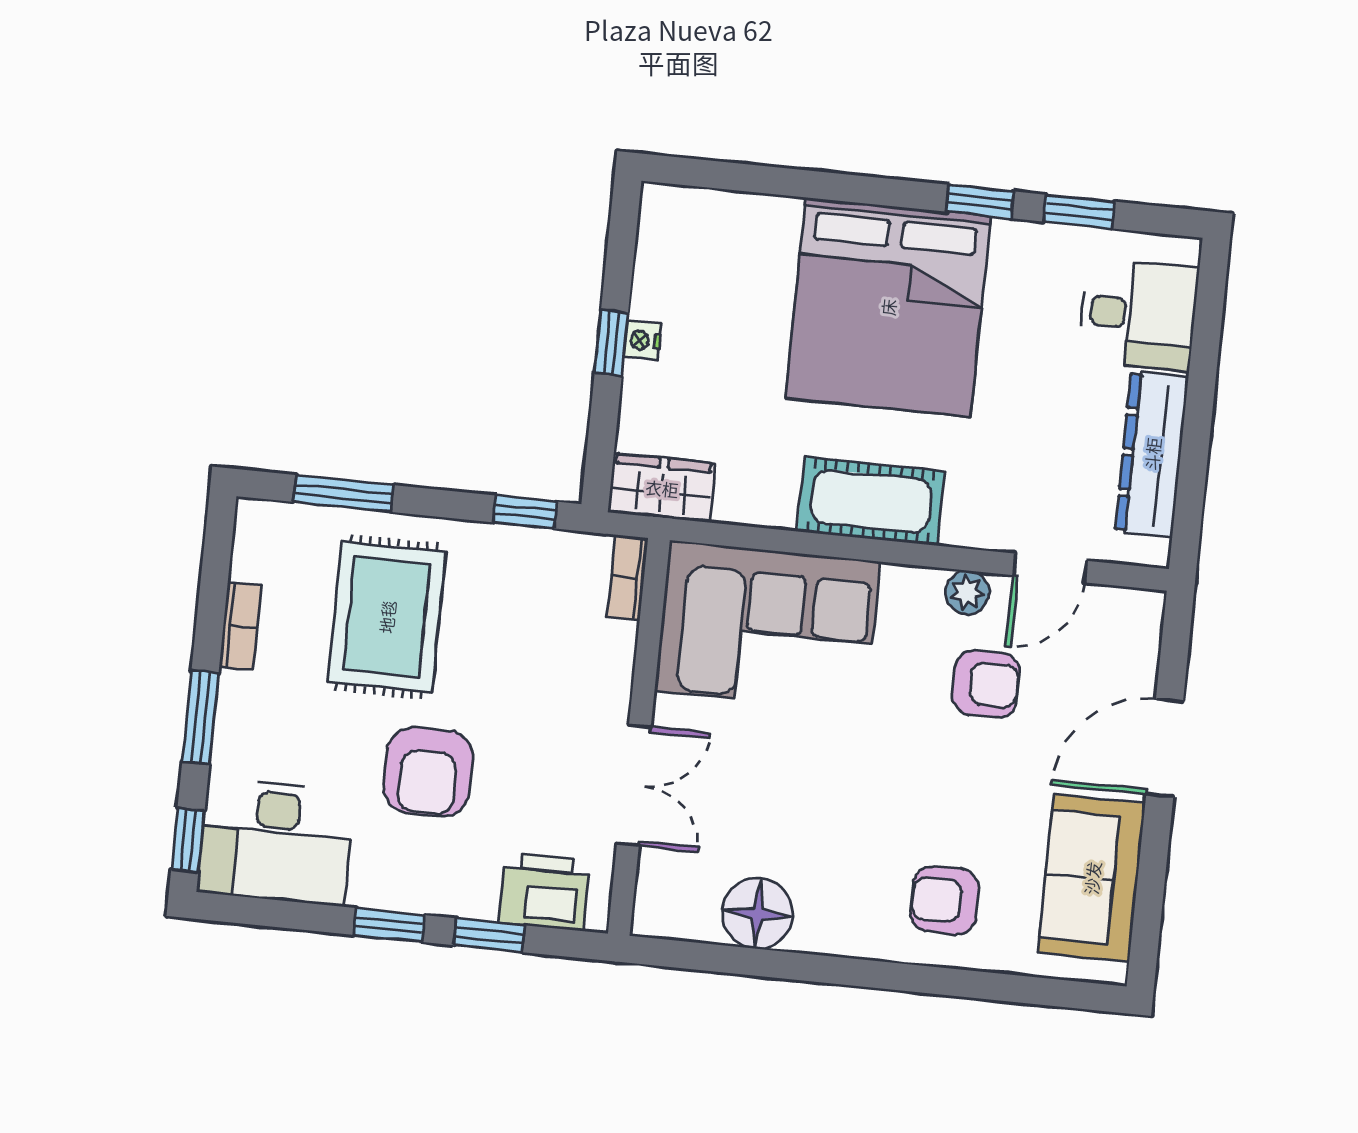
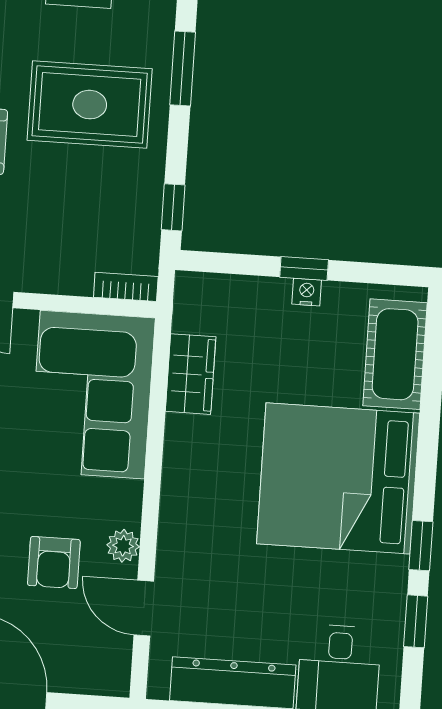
wardrobe: (662, 488) -> (191, 374), moved
cot: (871, 501) -> (395, 354), moved

